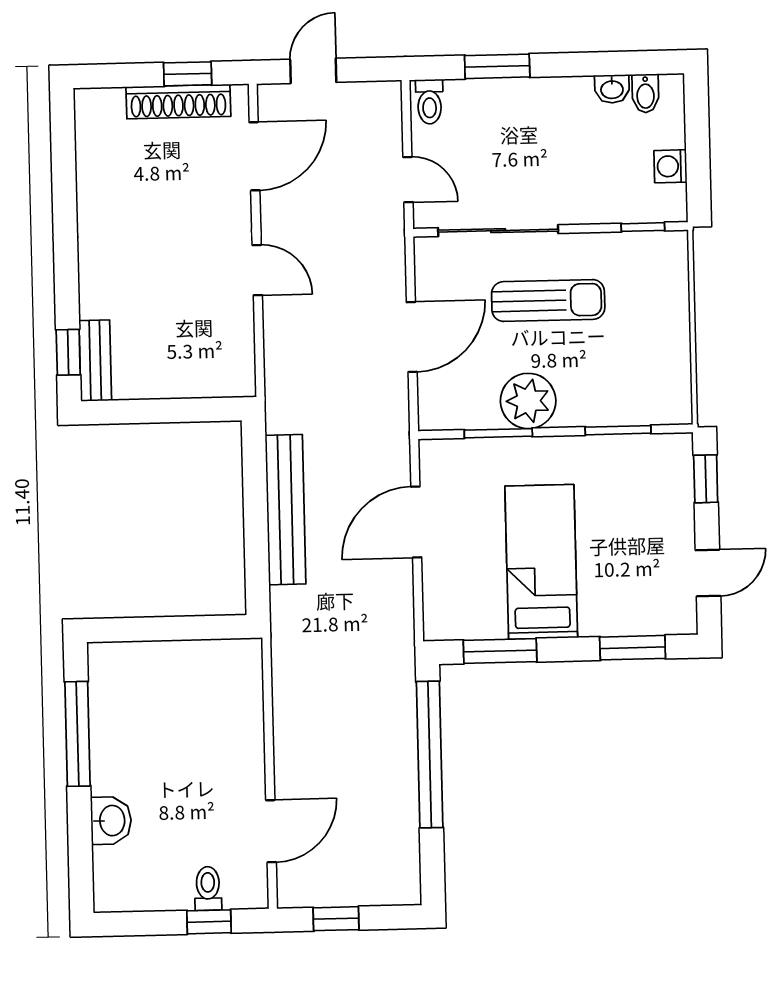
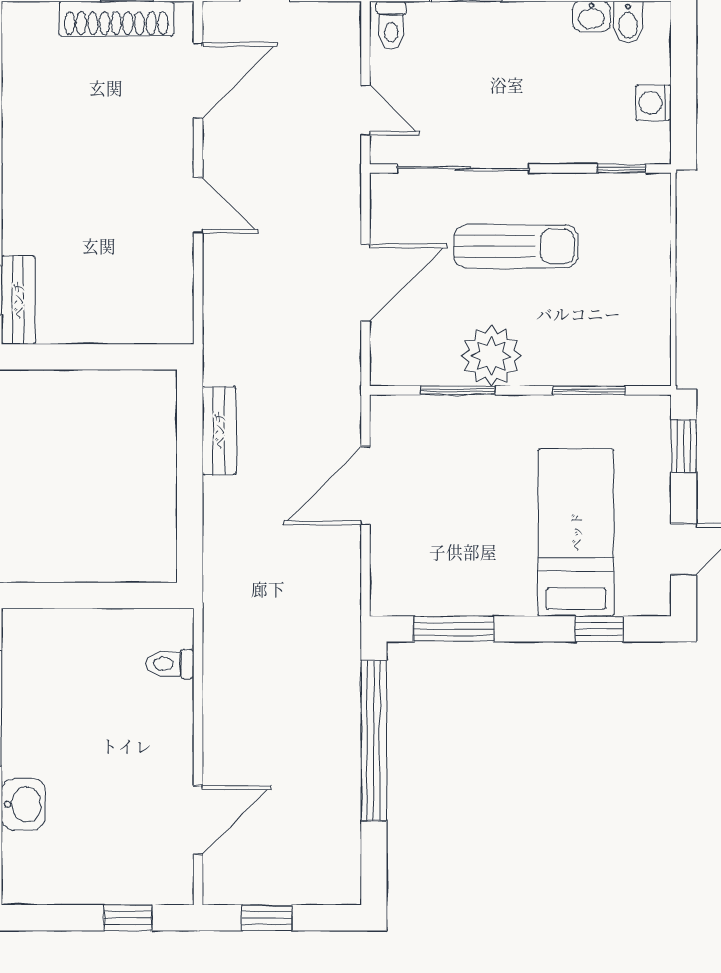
bench: (286, 510) -> (219, 430), width x0.54, depth x0.82
bed: (541, 562) -> (576, 532), moved
window: (633, 648) -> (599, 629), width x0.67
toilet: (208, 888) -> (170, 664), moved, turned -90

